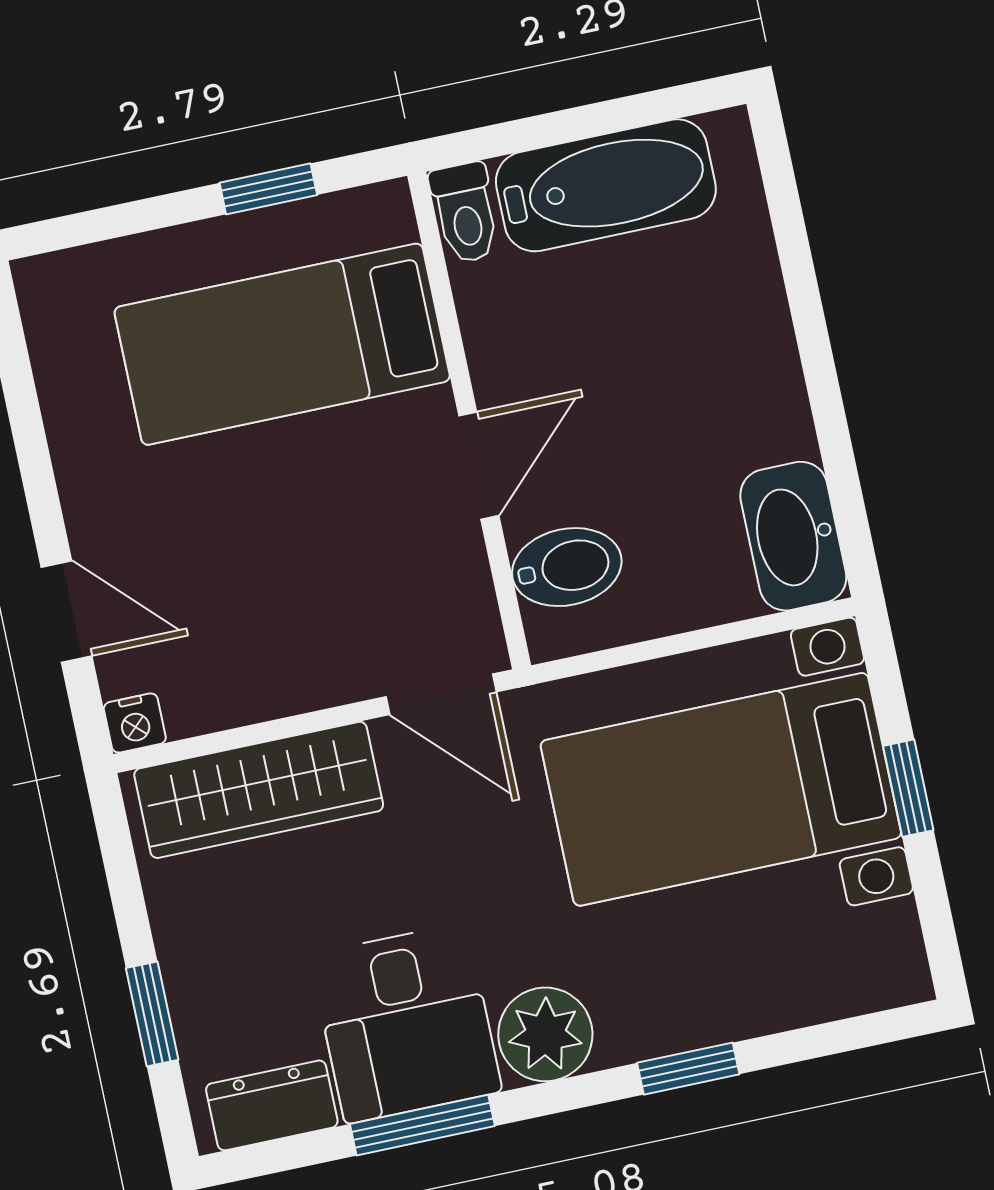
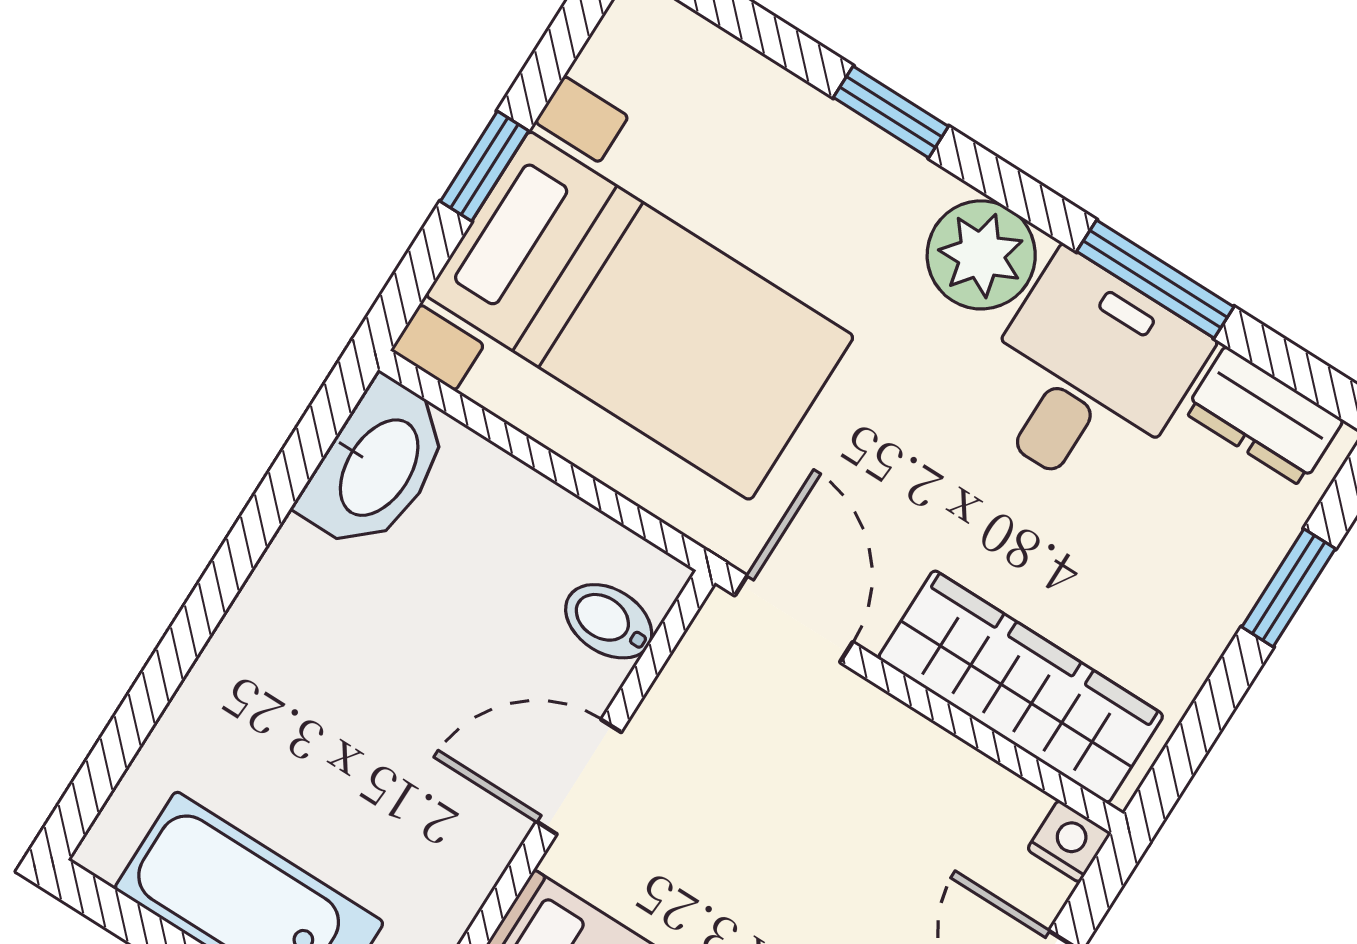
bidet: (567, 567) -> (609, 621), width x0.72, depth x0.74

